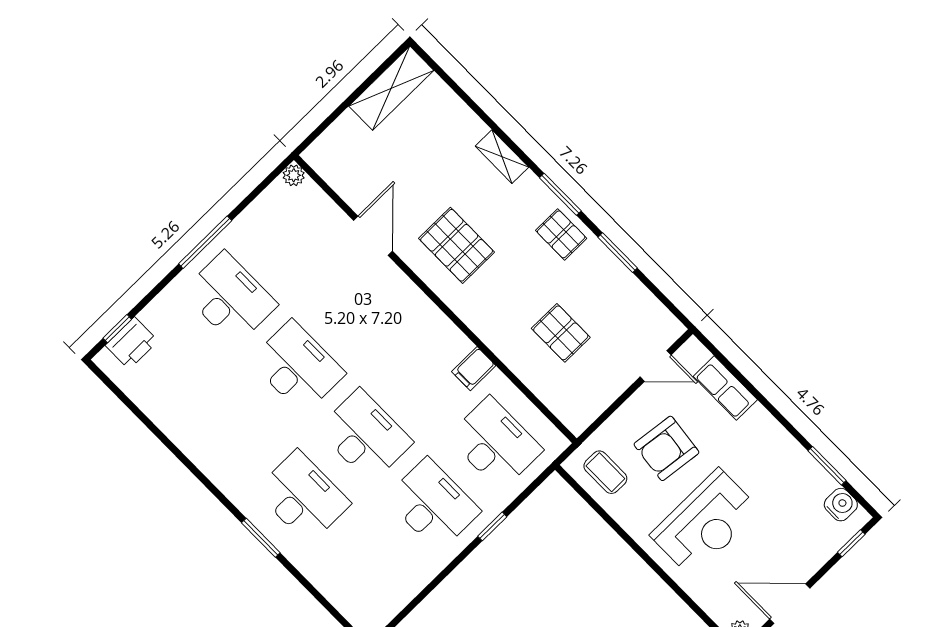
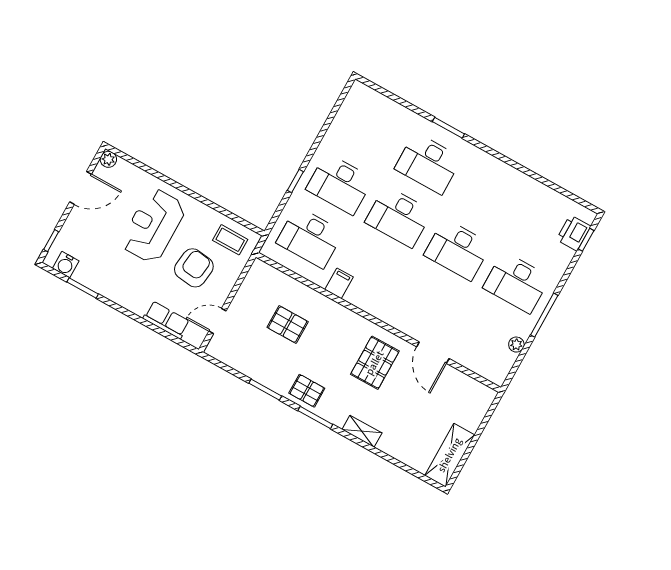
plant: (294, 175) -> (516, 345), moved
pallet: (457, 245) -> (375, 363), turned 90

